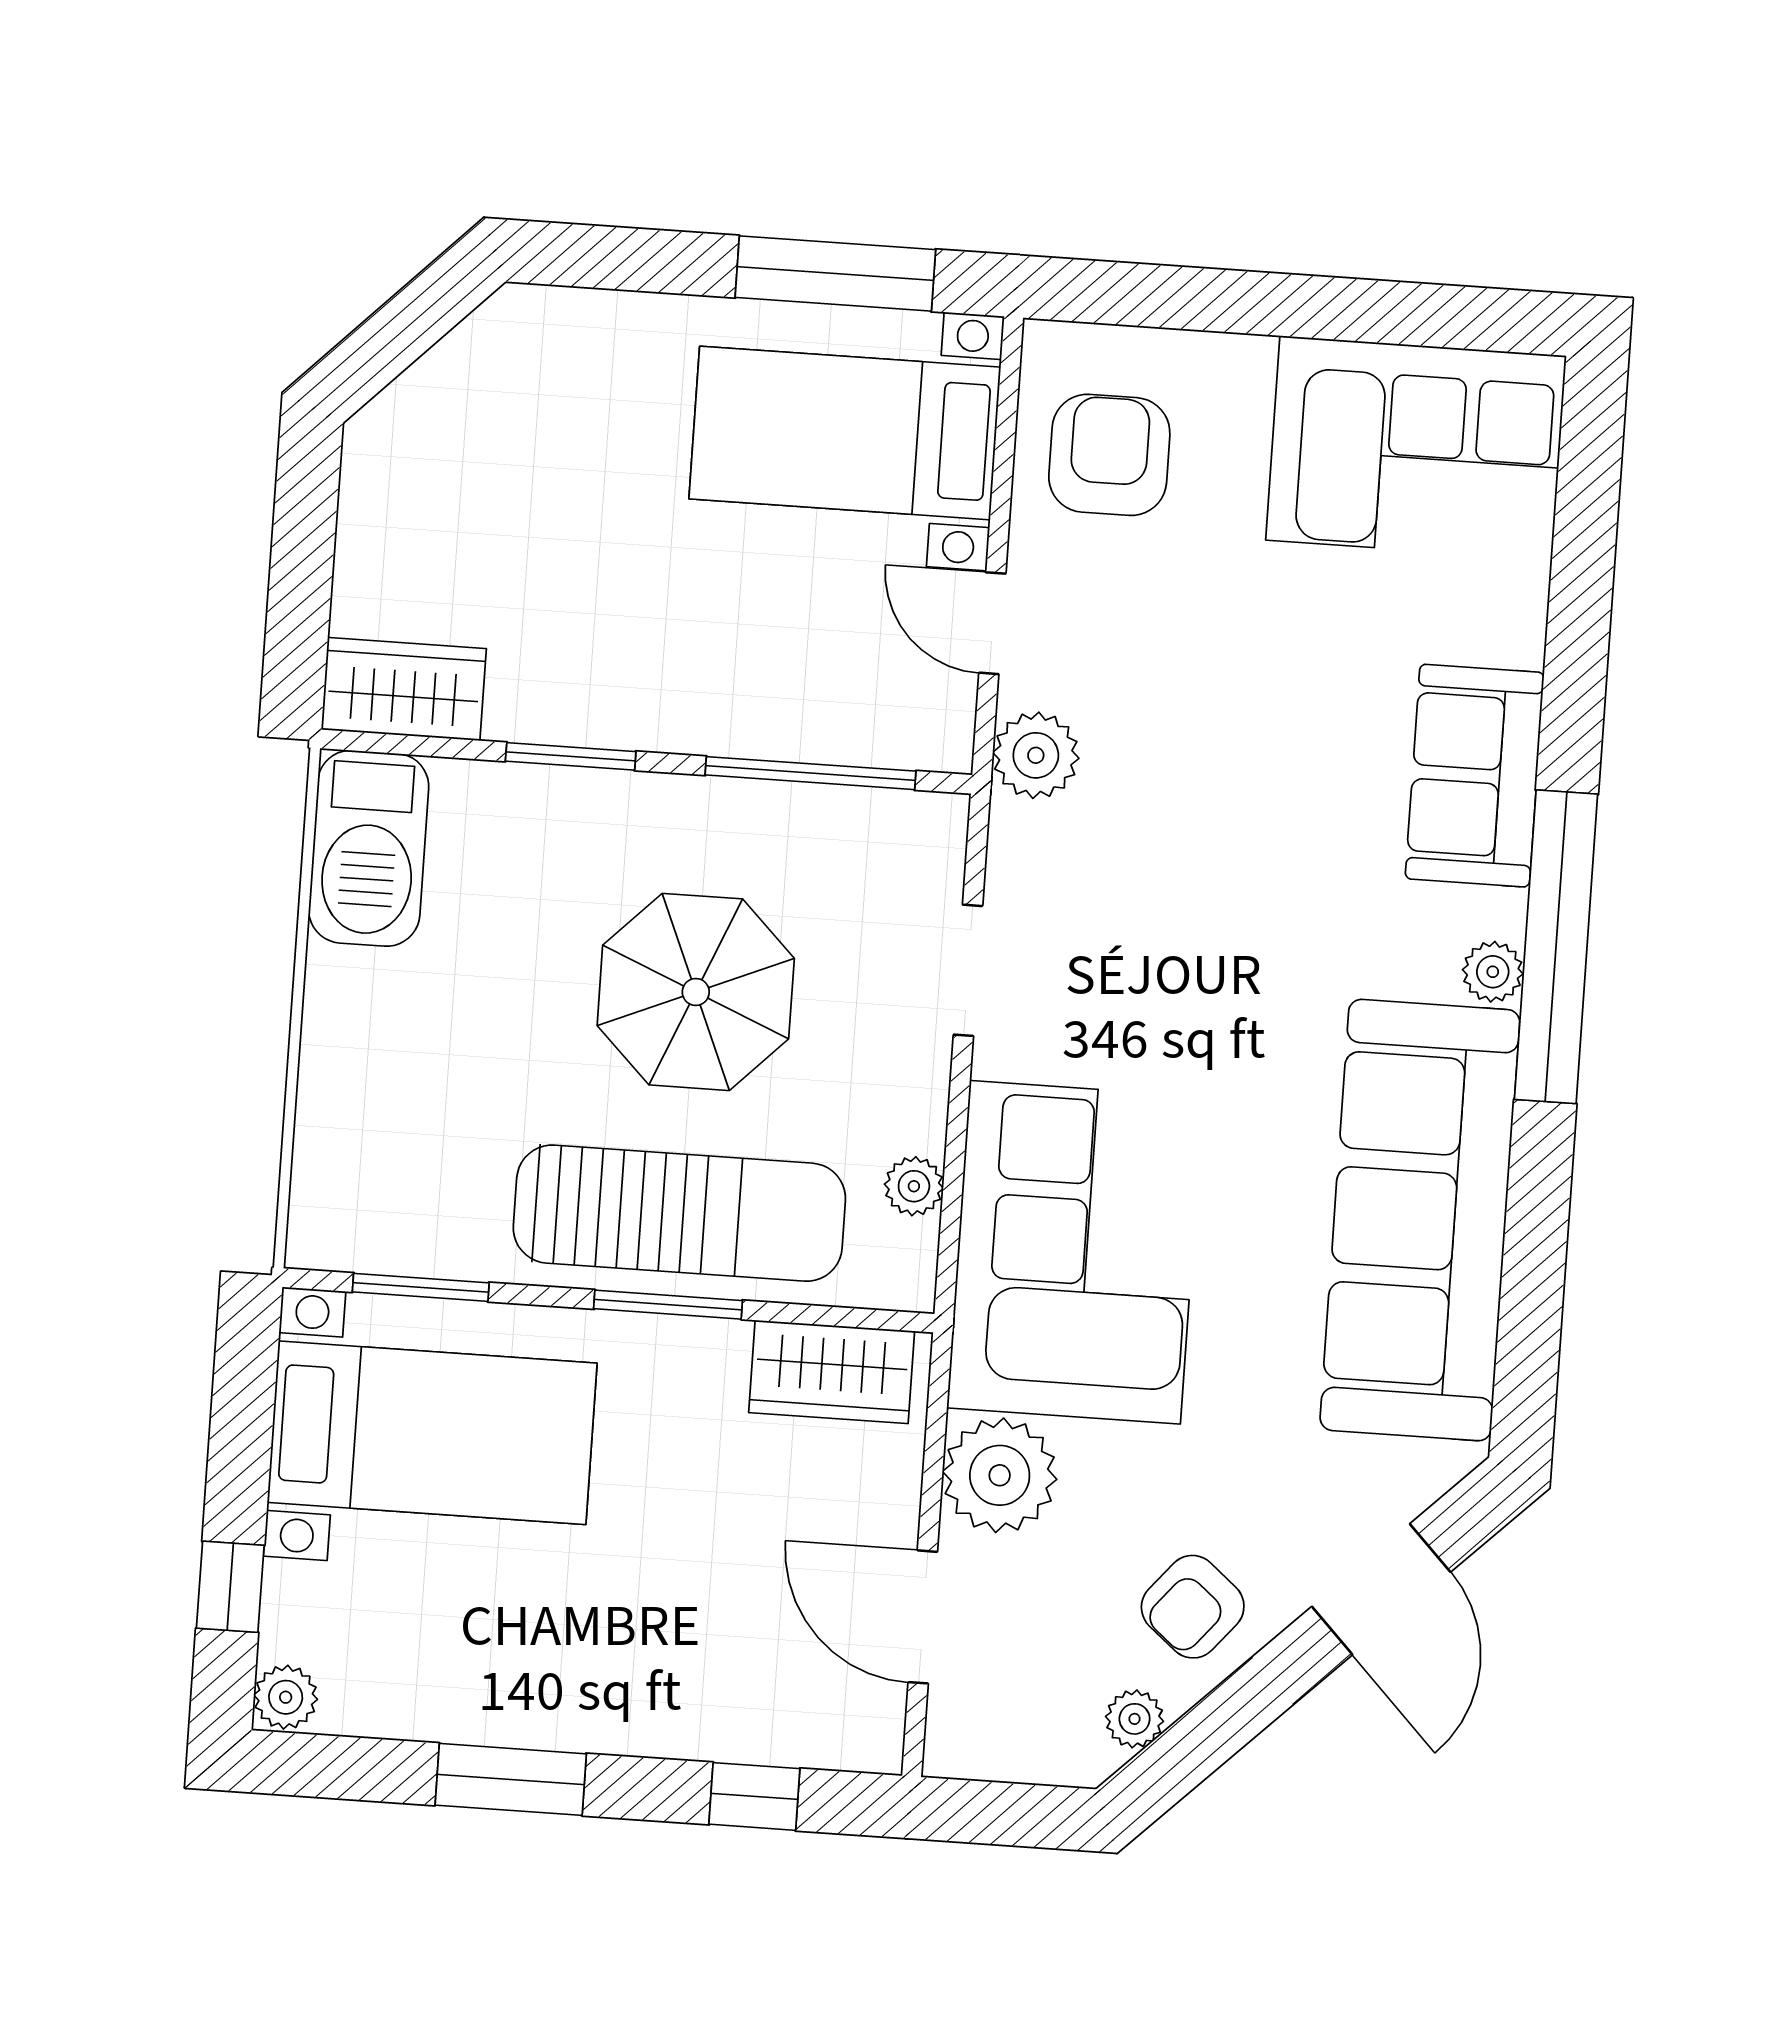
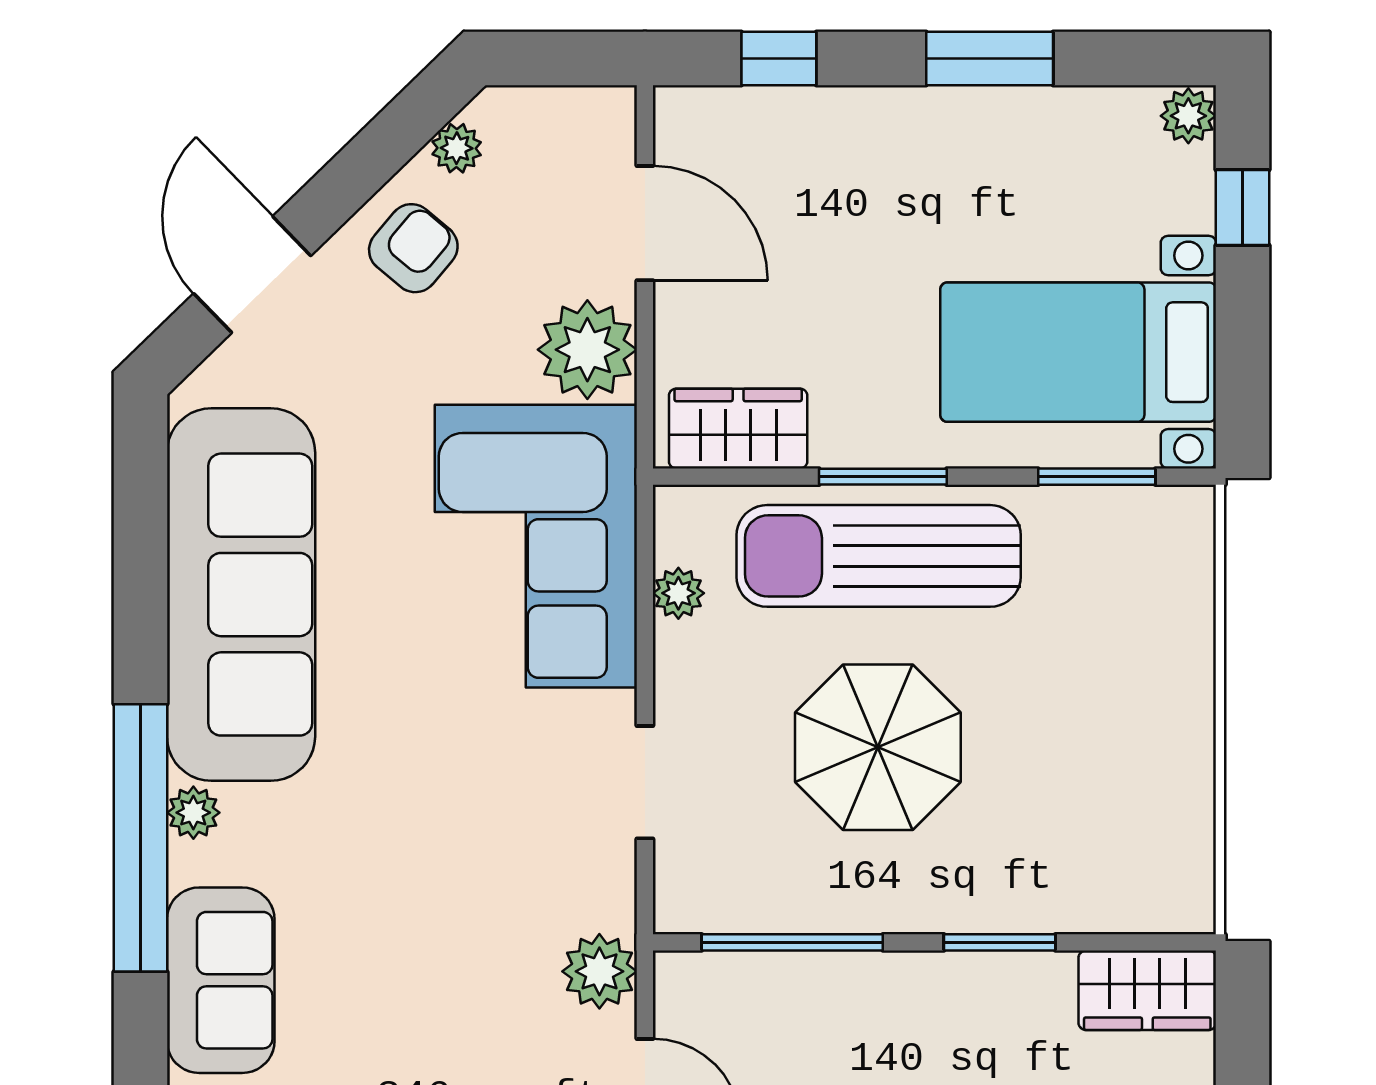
barbecue: (369, 848) -> (1168, 851), removed

